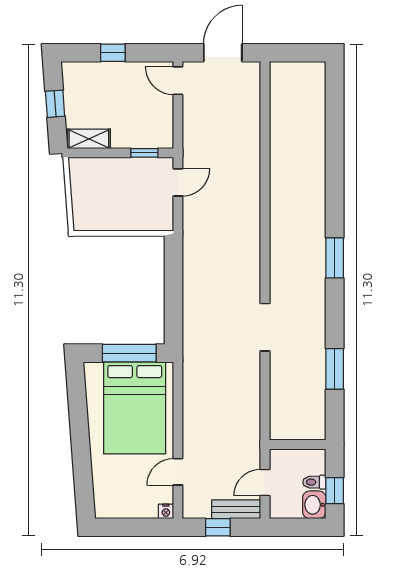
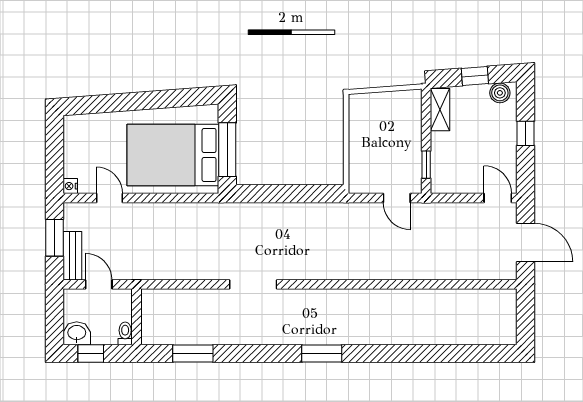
boiler: (72, 79) -> (500, 93), added
door: (178, 81) -> (498, 198), hinge flipped
window: (335, 369) -> (193, 354), moved
toilet: (314, 482) -> (125, 333), moved
window: (218, 527) -> (54, 238), width x1.50

